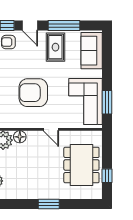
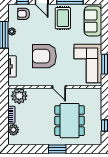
floor lamp: (20, 137) -> (33, 93), removed
dining table: (81, 165) -> (70, 121), moved

